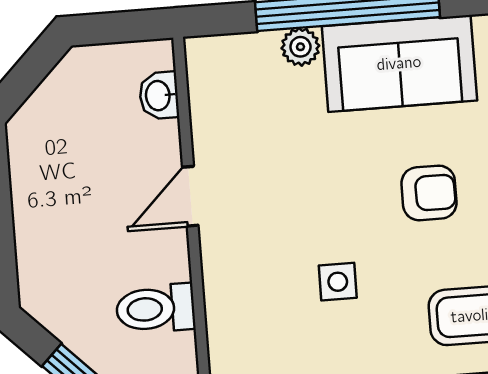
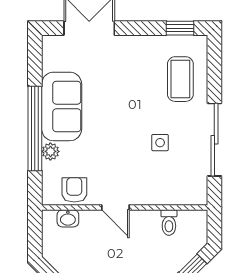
armchair: (429, 193) -> (74, 190), moved
toilet: (155, 309) -> (169, 223), width x0.73, depth x0.72

